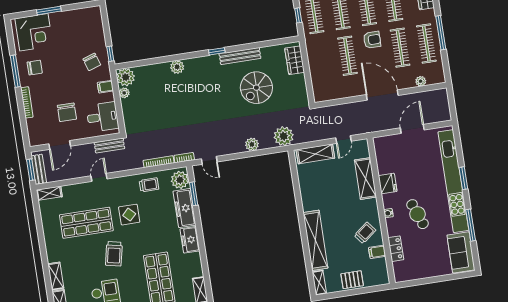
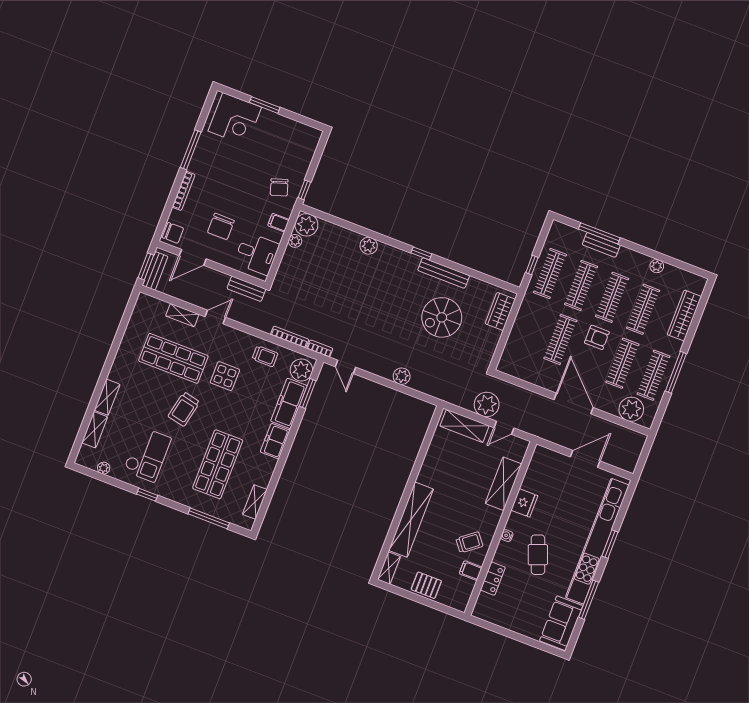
chair: (35, 68) -> (173, 233), moved
plant: (421, 81) -> (631, 409), width x1.87, depth x1.87
plant: (284, 136) -> (487, 405), moved
shelving: (49, 193) -> (182, 315), moved

